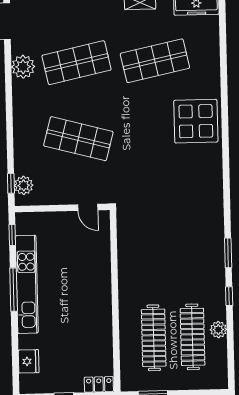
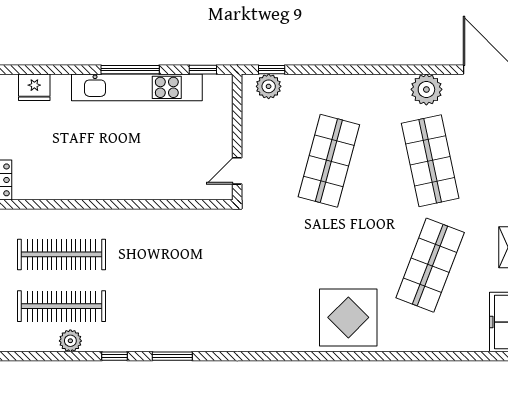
shop shelf: (155, 61) -> (430, 265), turned 33

